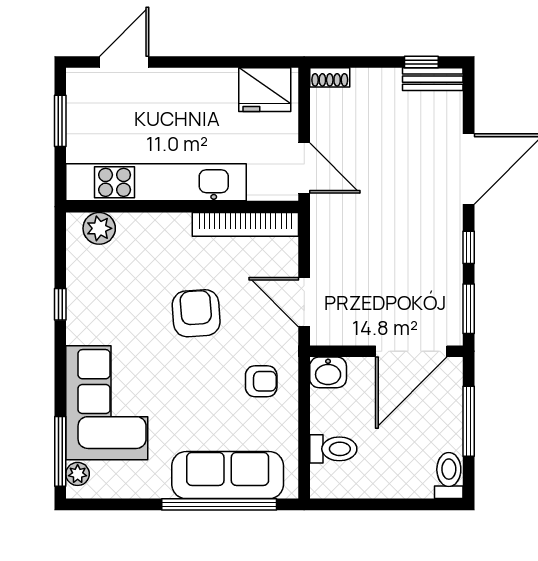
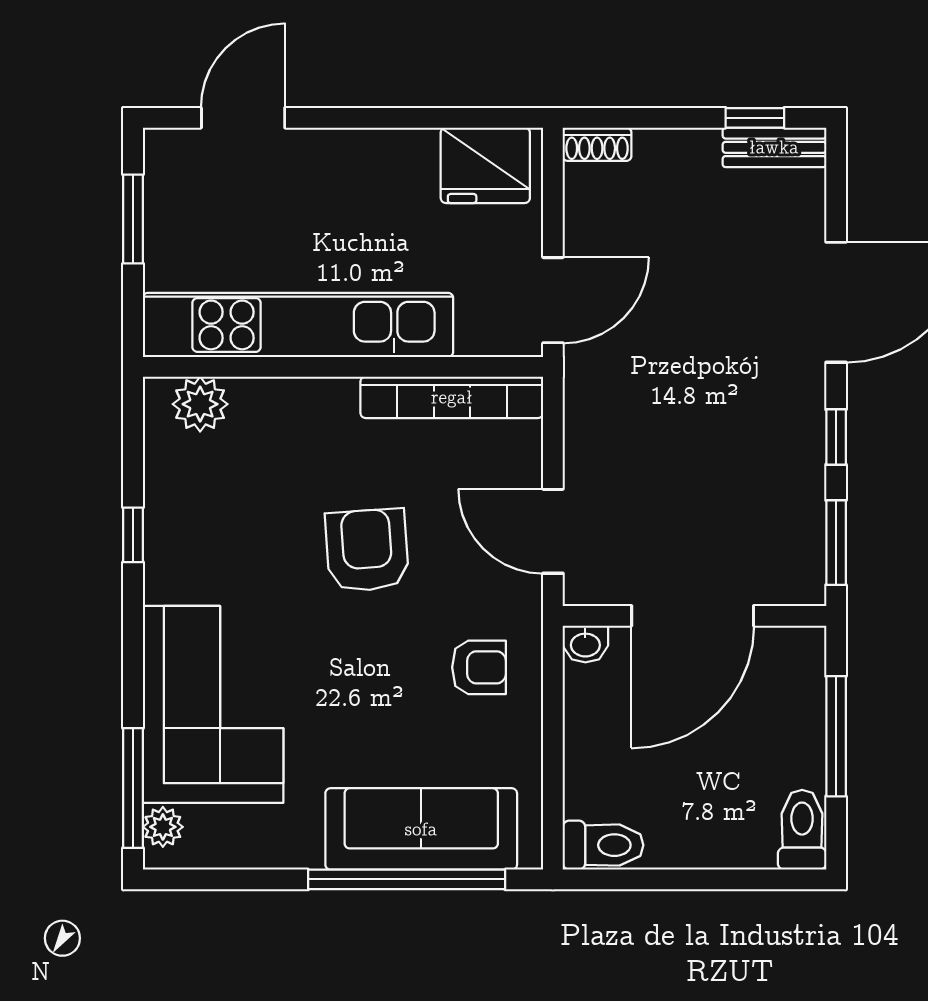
door: (304, 168) -> (553, 300), hinge flipped
door: (411, 351) -> (693, 616), moved
washbasin: (328, 372) -> (585, 644), width x0.72, depth x0.69
toilet: (333, 449) -> (603, 845), moved

